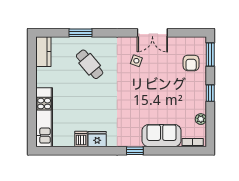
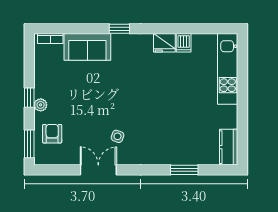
cafe table: (90, 64) -> (173, 132), removed
plant: (201, 119) -> (41, 105), moved

